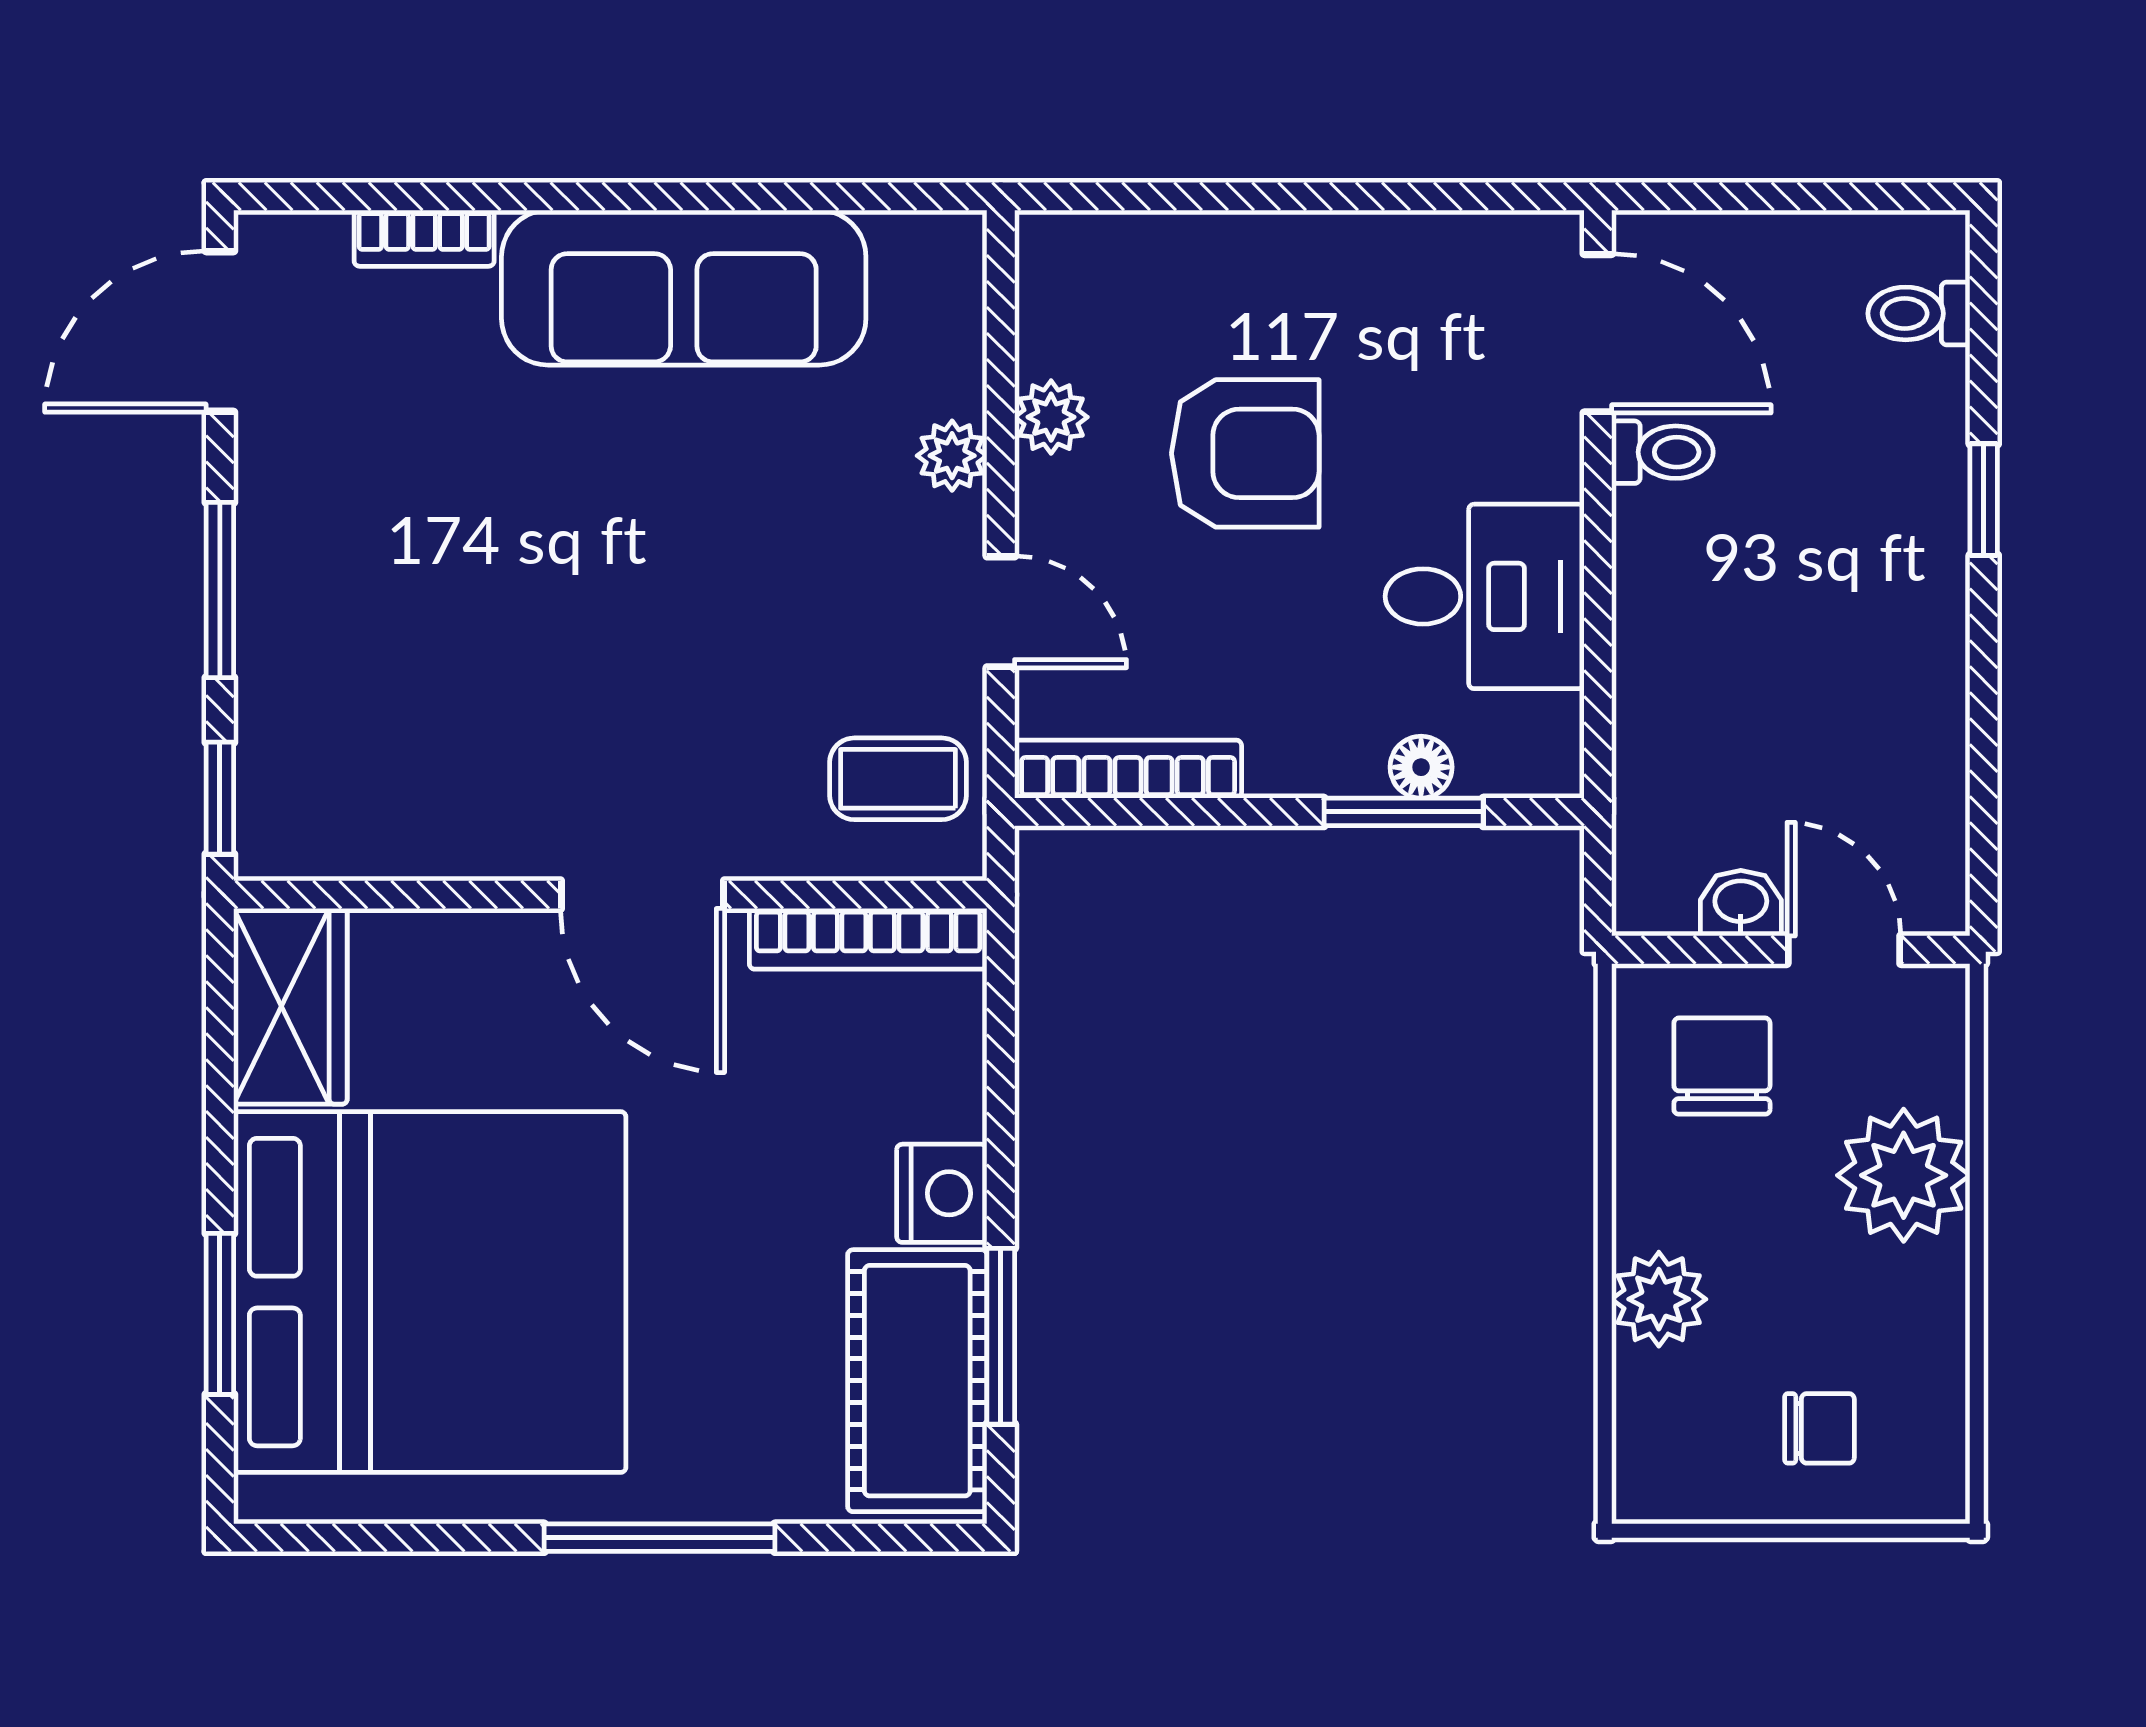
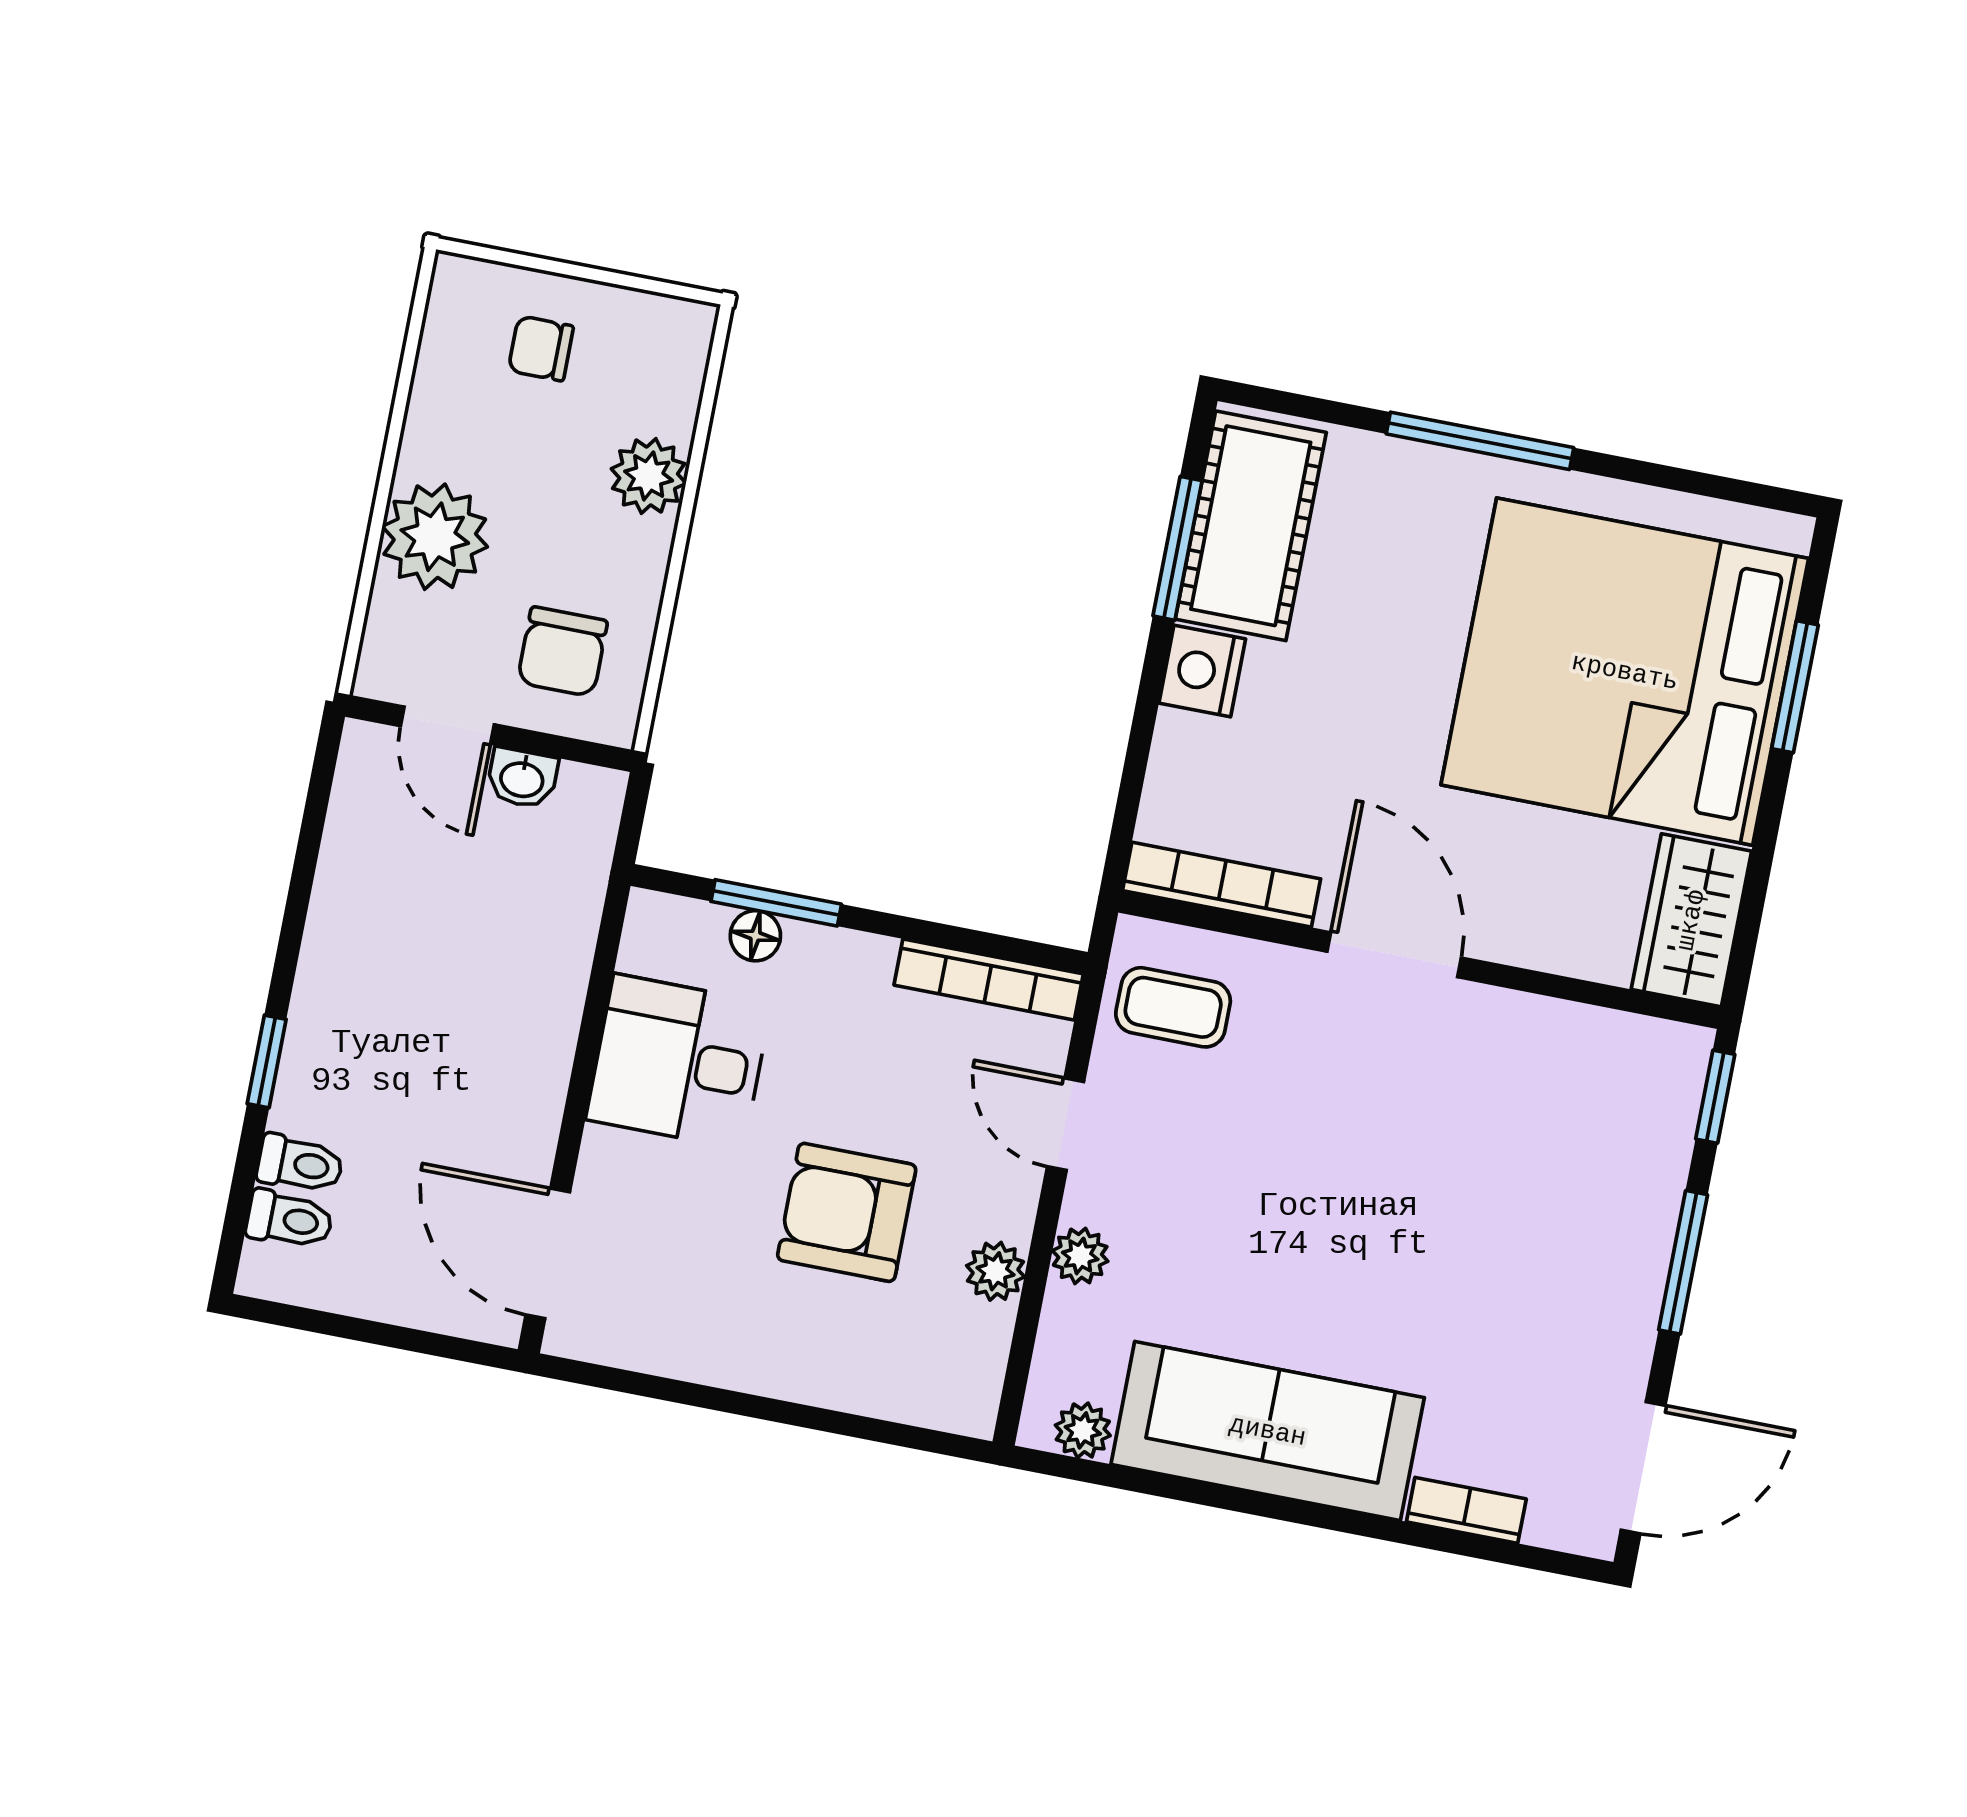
plant: (908, 245) -> (1083, 1430), added
toilet: (1662, 452) -> (300, 1164), moved, turned 180

